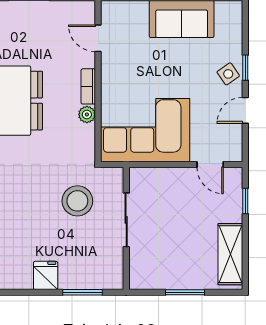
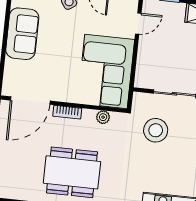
door: (98, 38) -> (30, 101), width x1.87
plant: (87, 114) -> (103, 117), moved

